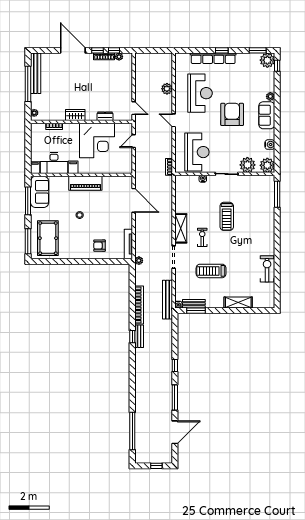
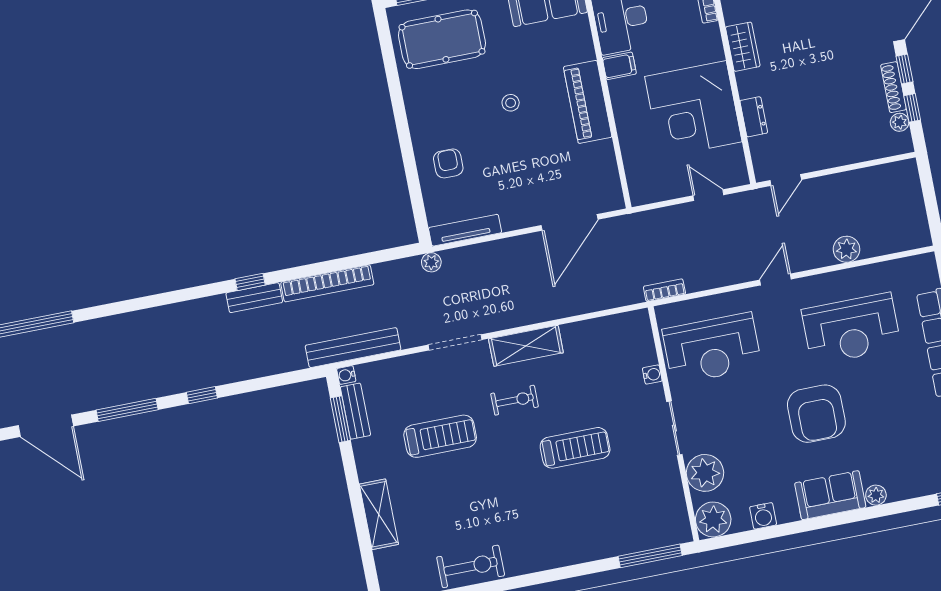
armchair: (232, 114) -> (816, 414), turned 90
treadmill: (227, 216) -> (575, 448), turned 180
treadmill: (211, 271) -> (440, 436), turned 90

